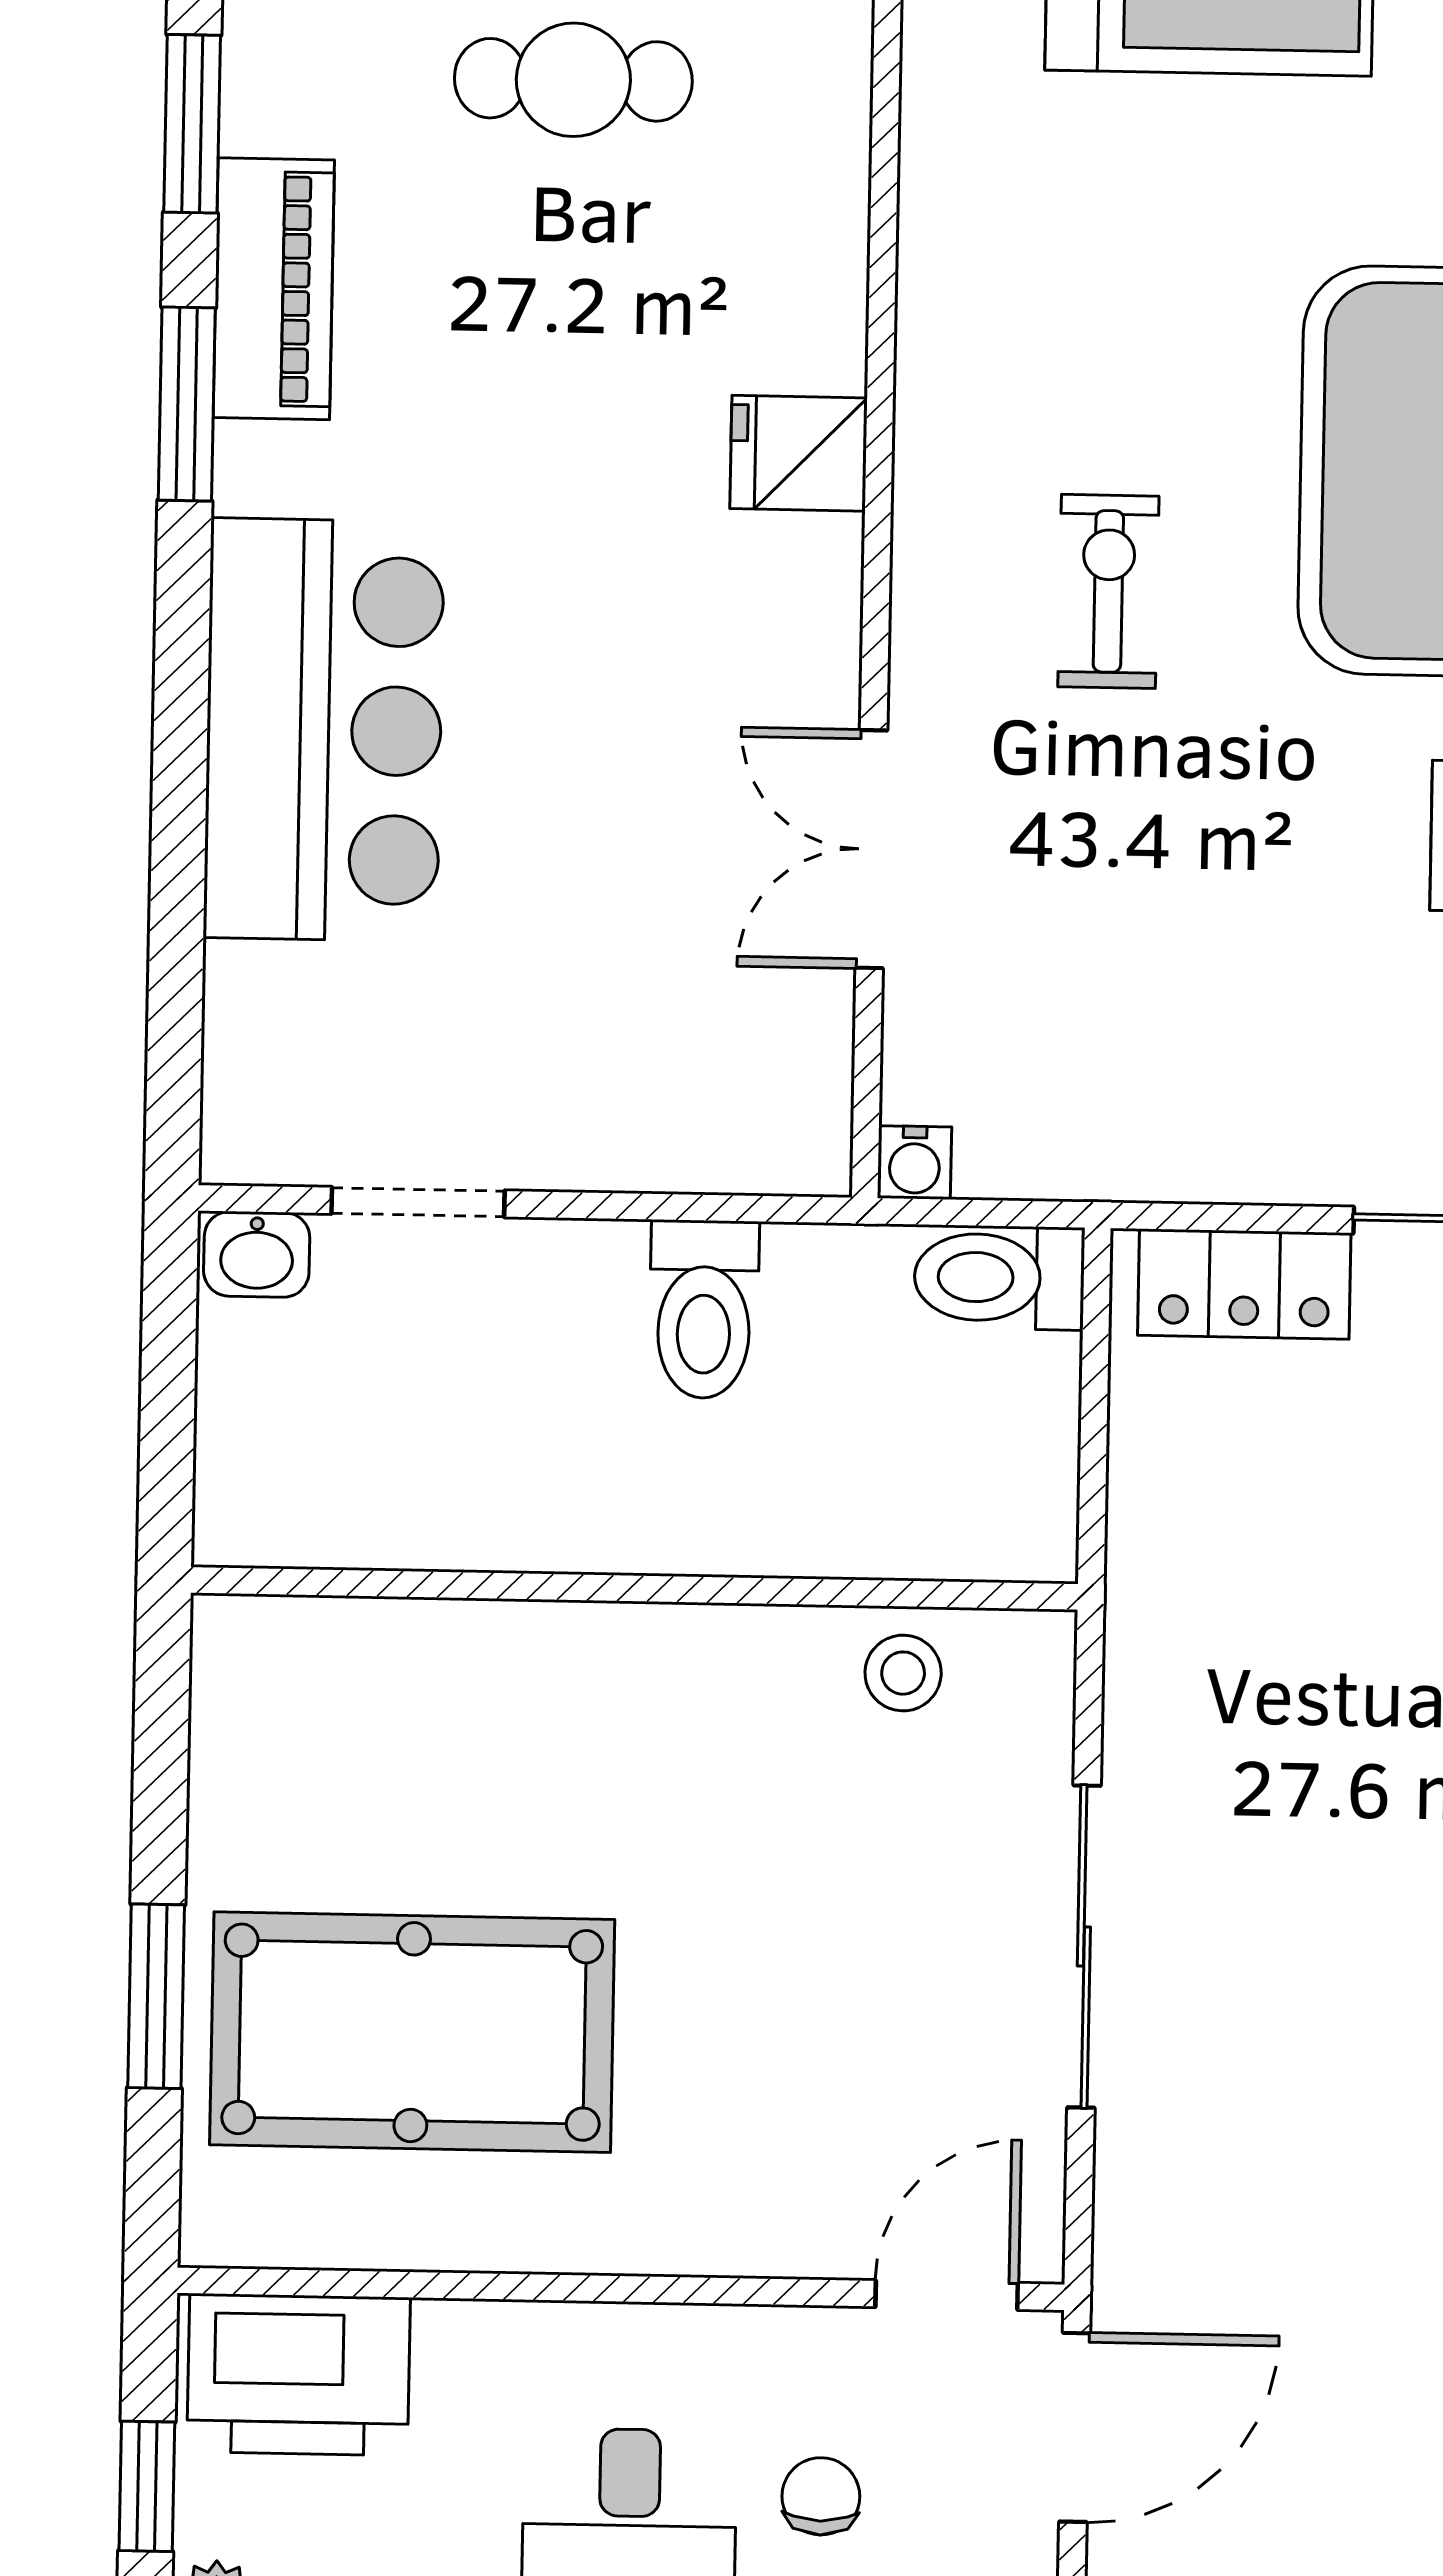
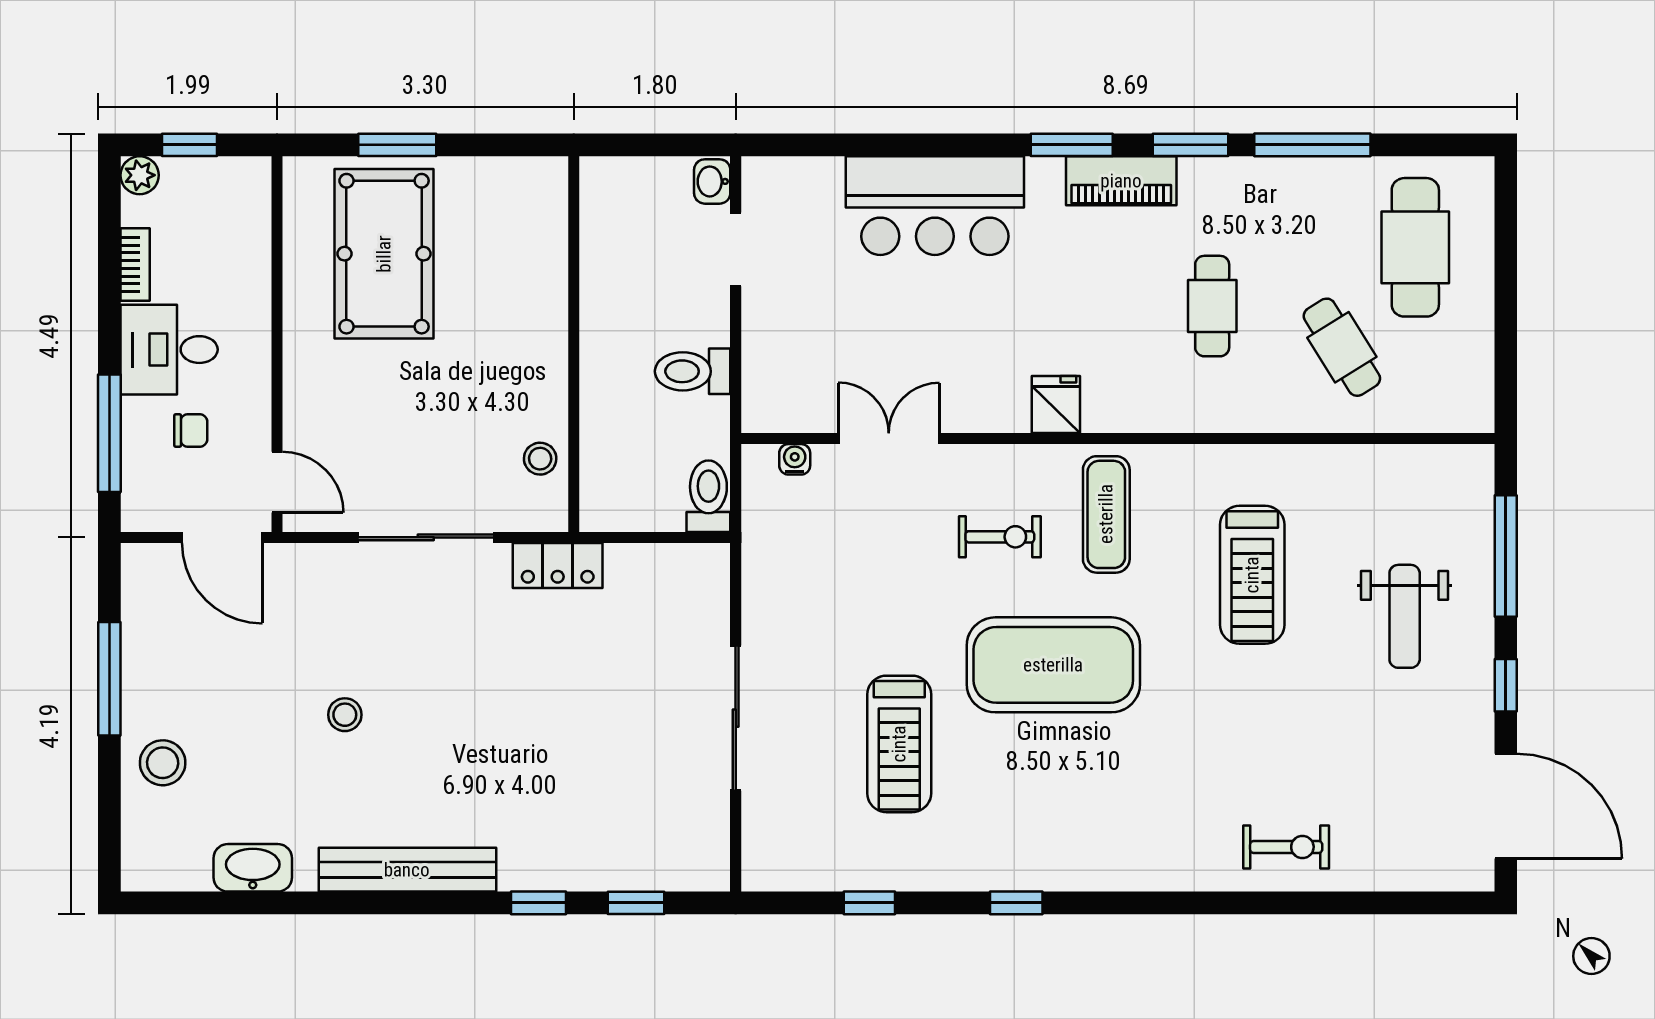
exercise mat: (1060, 339) -> (1106, 514), added
water cooler: (915, 1163) -> (795, 459), moved, turned 90
locker: (1244, 1284) -> (558, 565), moved, turned -90
printer: (299, 2375) -> (238, 208), removed

